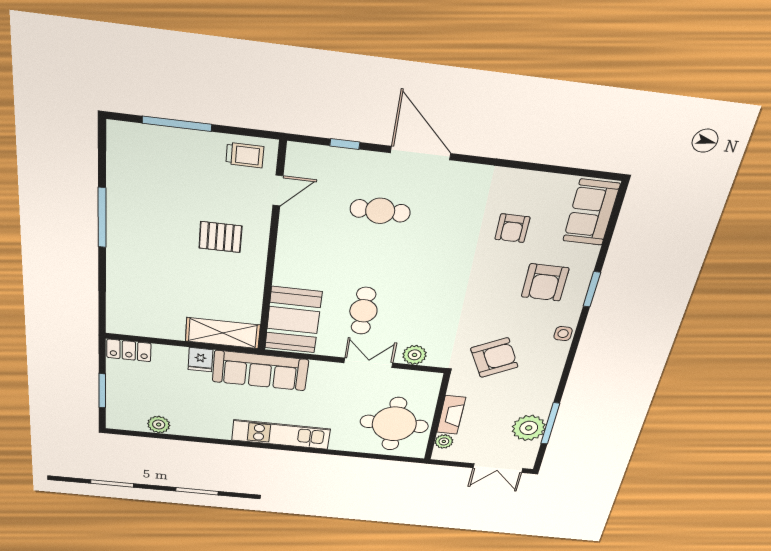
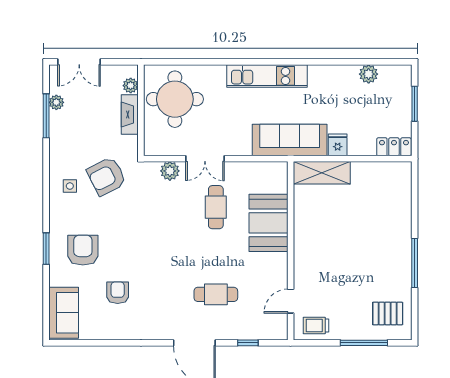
pallet: (220, 237) -> (388, 313), moved
booth: (293, 320) -> (269, 223), moved
side table: (563, 334) -> (70, 186), moved
plant: (529, 428) -> (56, 102), width x0.53, depth x0.53
double door: (498, 468) -> (79, 62), swing flipped

